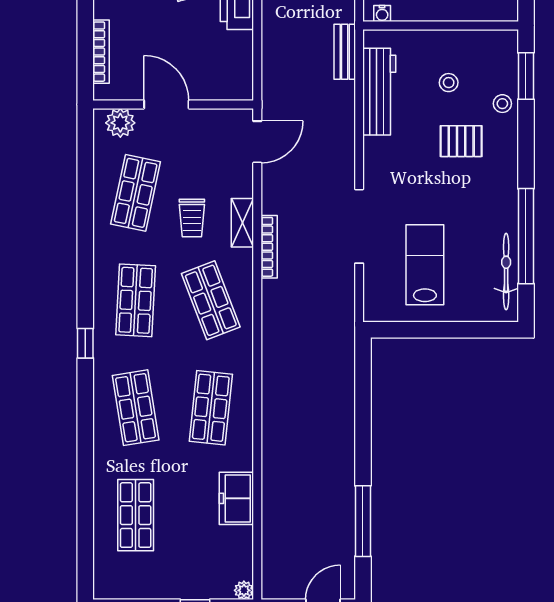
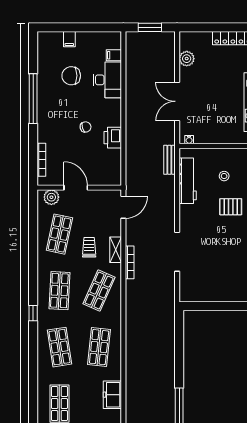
trolley: (192, 218) -> (89, 247), turned 180
lab bench: (425, 265) -> (212, 272), removed
shop shelf: (211, 300) -> (99, 291), turned 45

